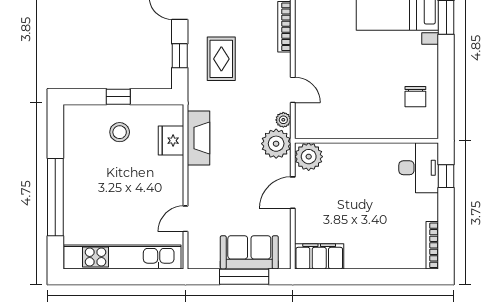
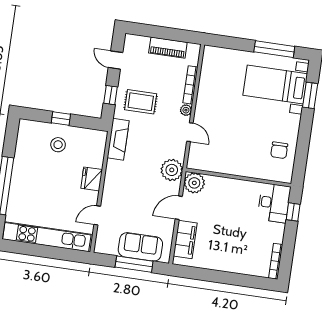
rug: (221, 59) -> (141, 102), turned 90
plant: (283, 120) -> (186, 110), moved
fireplace: (199, 138) -> (118, 139), moved
fridge: (171, 141) -> (92, 179), moved
filing cabinet: (319, 256) -> (185, 239), moved, turned 90

